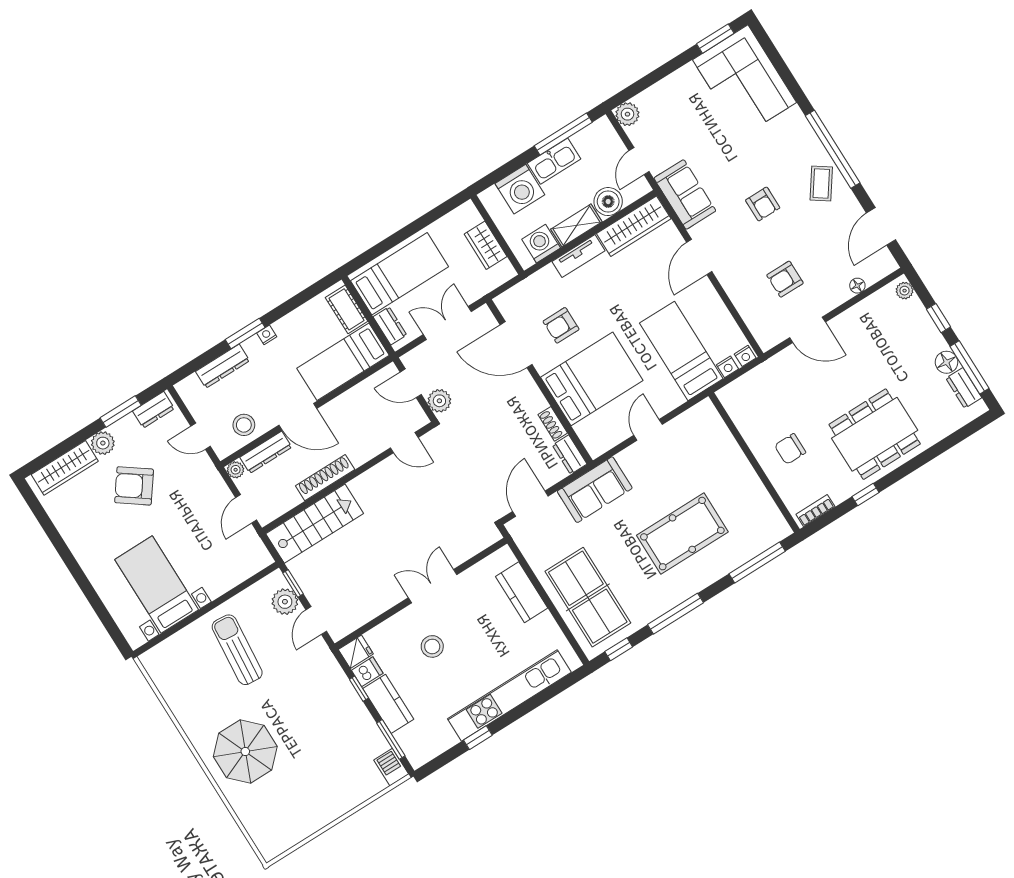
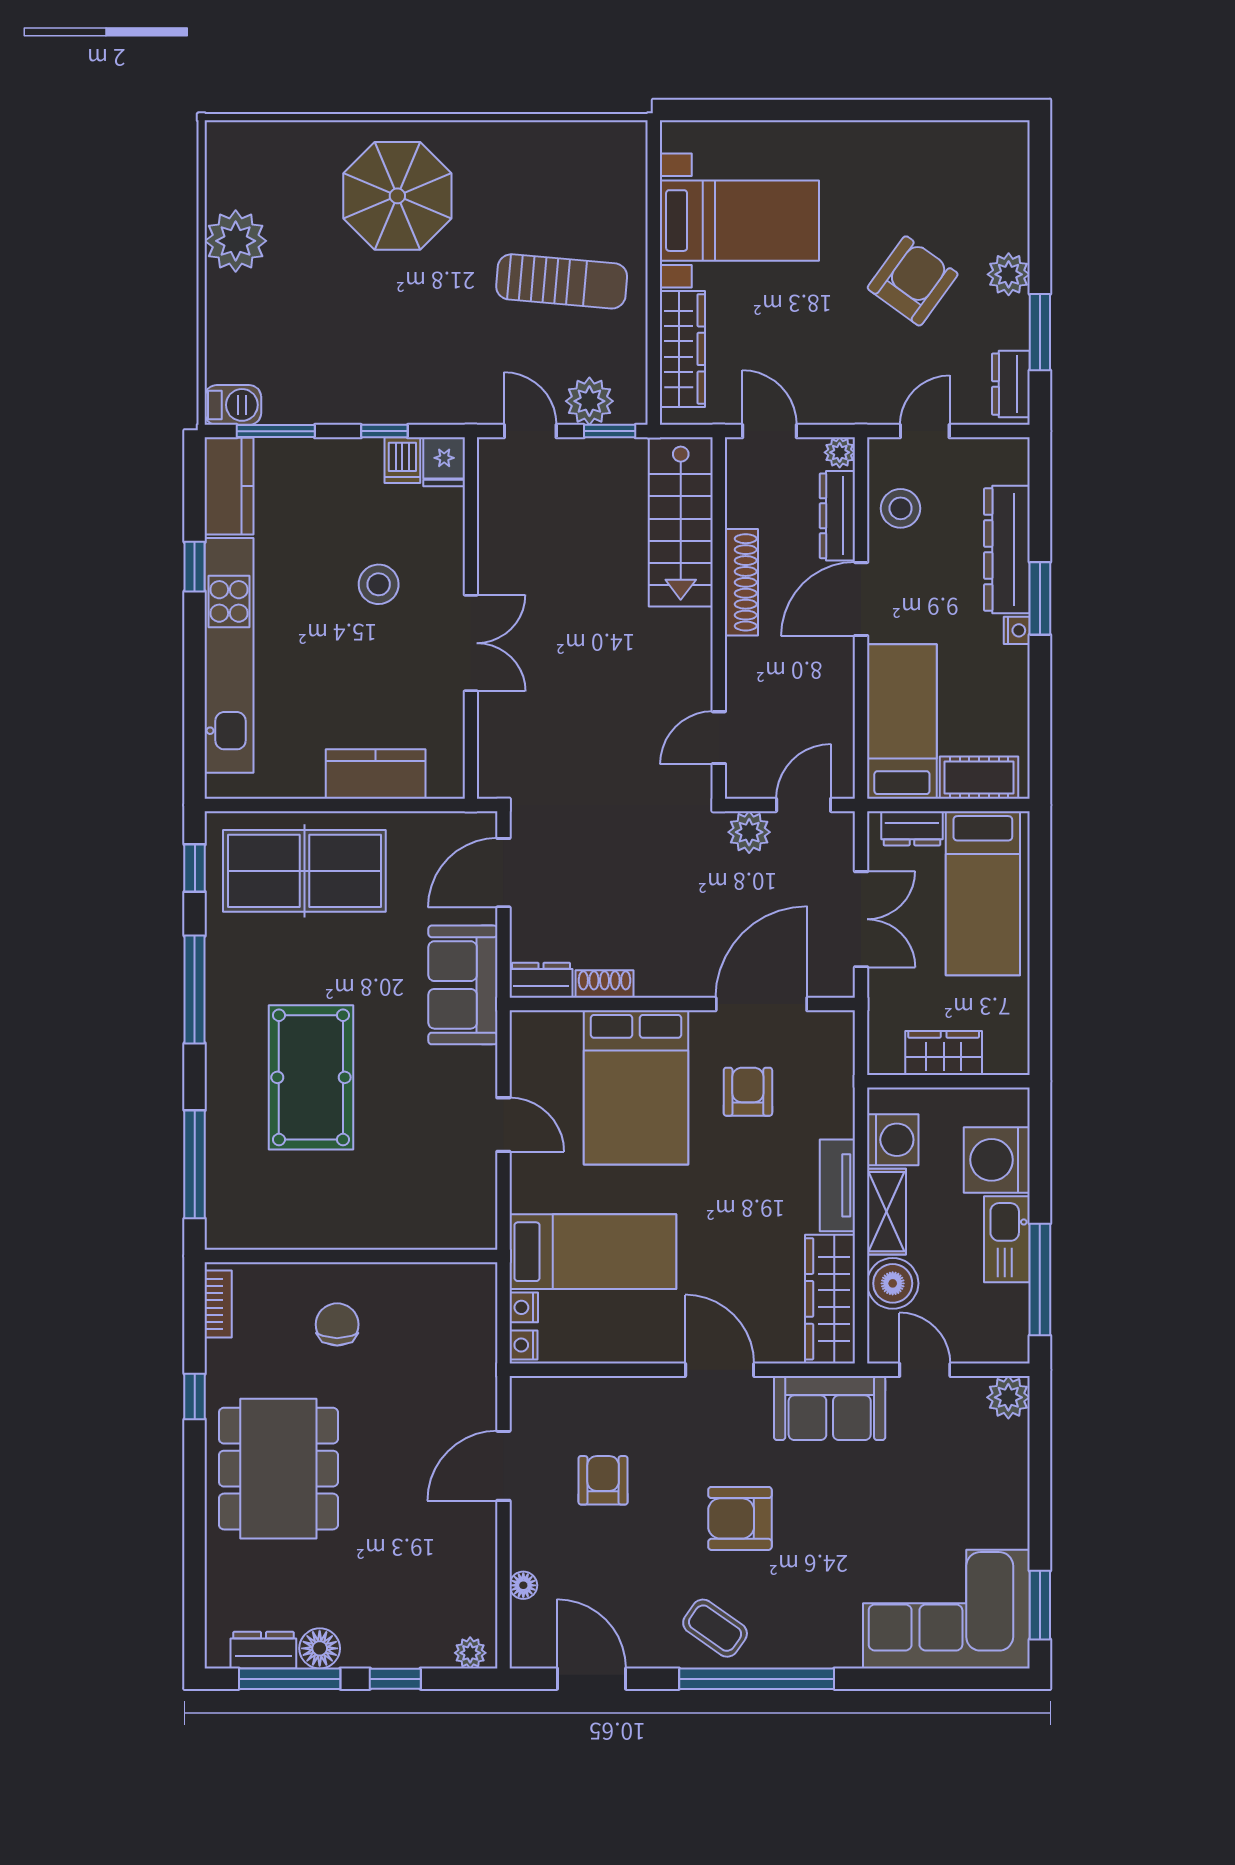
armchair: (763, 204) -> (740, 1518), width x1.38, depth x1.38
dresser: (223, 366) -> (1007, 550), width x1.37, depth x1.24
wardrobe: (65, 468) -> (682, 349), moved, turned 180
door: (530, 504) -> (503, 873), swing flipped
kitchen counter: (388, 704) -> (229, 486), moved, turned -90
plant: (314, 814) -> (236, 241), added

